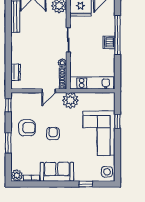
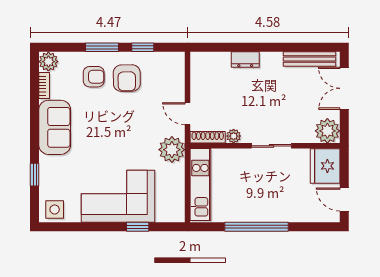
window: (117, 35) -> (257, 227), moved
dishwasher: (109, 42) -> (267, 213), removed
dresser: (16, 72) -> (245, 60), moved
window: (8, 105) -> (143, 47), moved
armchair: (53, 134) -> (94, 77), moved

